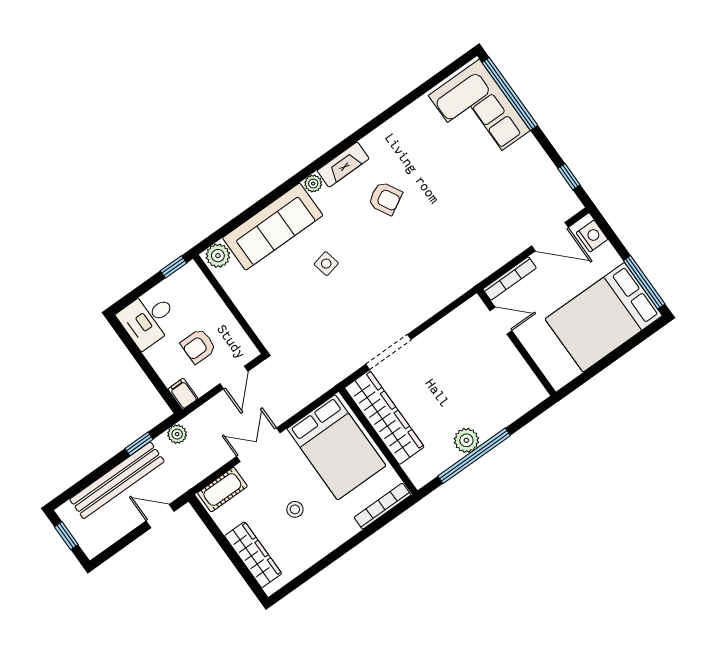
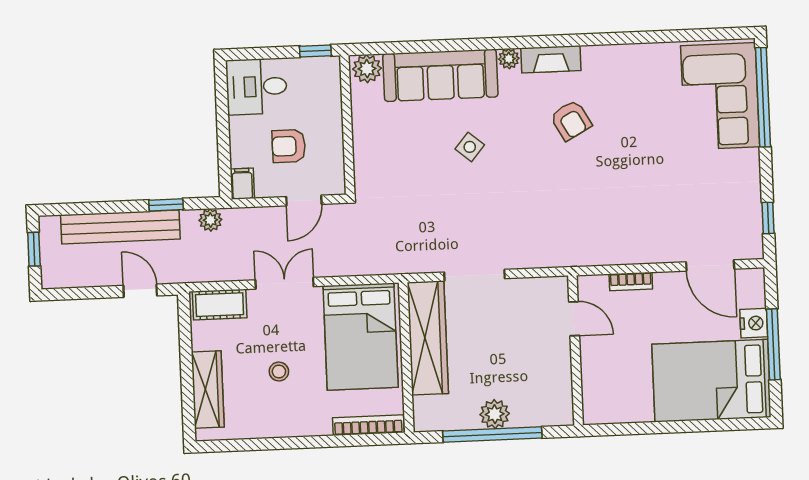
nightstand: (592, 236) -> (754, 323), moved
side table: (326, 264) -> (470, 147), turned -38
bookcase: (510, 279) -> (631, 281), width x0.64
window: (644, 282) -> (773, 344), moved
door: (501, 321) -> (574, 319), moved
wall: (516, 342) -> (575, 350), moved

